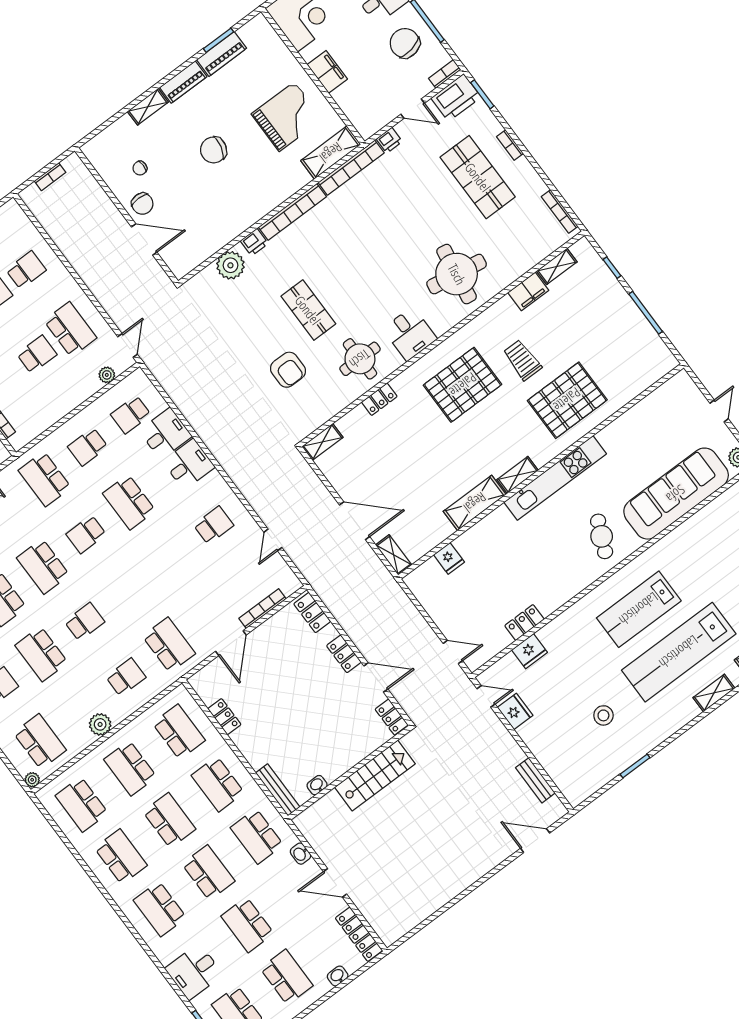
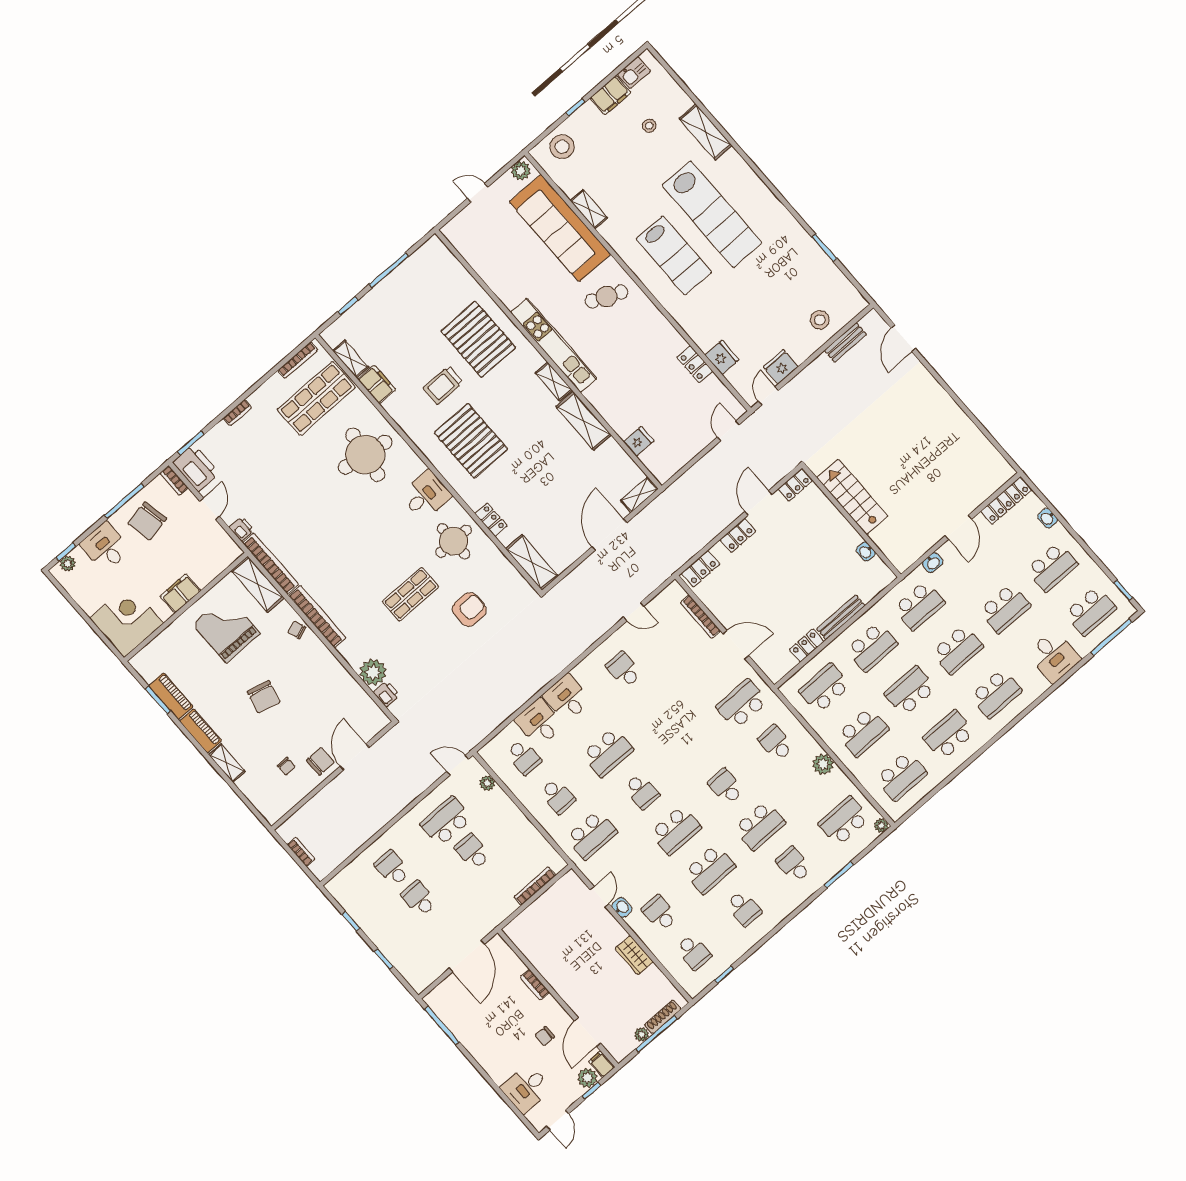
shop shelf: (478, 177) -> (316, 398), moved
chair: (280, 189) -> (297, 630), added
printer: (254, 242) -> (386, 694), moved
shelving: (323, 442) -> (532, 562), width x1.50, depth x1.33
shelving: (714, 693) -> (589, 209), moved
stool: (603, 715) -> (820, 320), moved
bench: (278, 790) -> (841, 617), moved
school desk: (208, 873) -> (958, 650), turned 180
school desk: (287, 977) -> (1052, 567), turned 180

